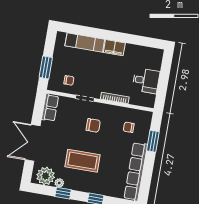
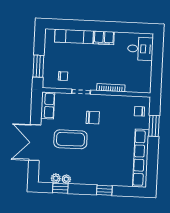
desk: (146, 81) -> (140, 49), moved
chair: (129, 127) -> (139, 111), moved
coffee table: (82, 161) -> (70, 139), moved
plant: (46, 176) -> (56, 178), width x0.53, depth x0.53
window: (63, 193) -> (60, 188), moved

